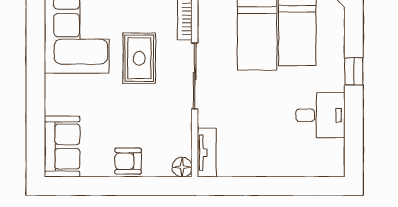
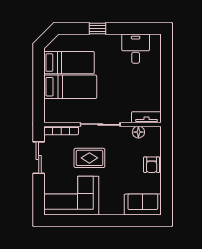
desk: (320, 115) -> (136, 49), moved
floor lamp: (182, 167) -> (138, 132), moved

